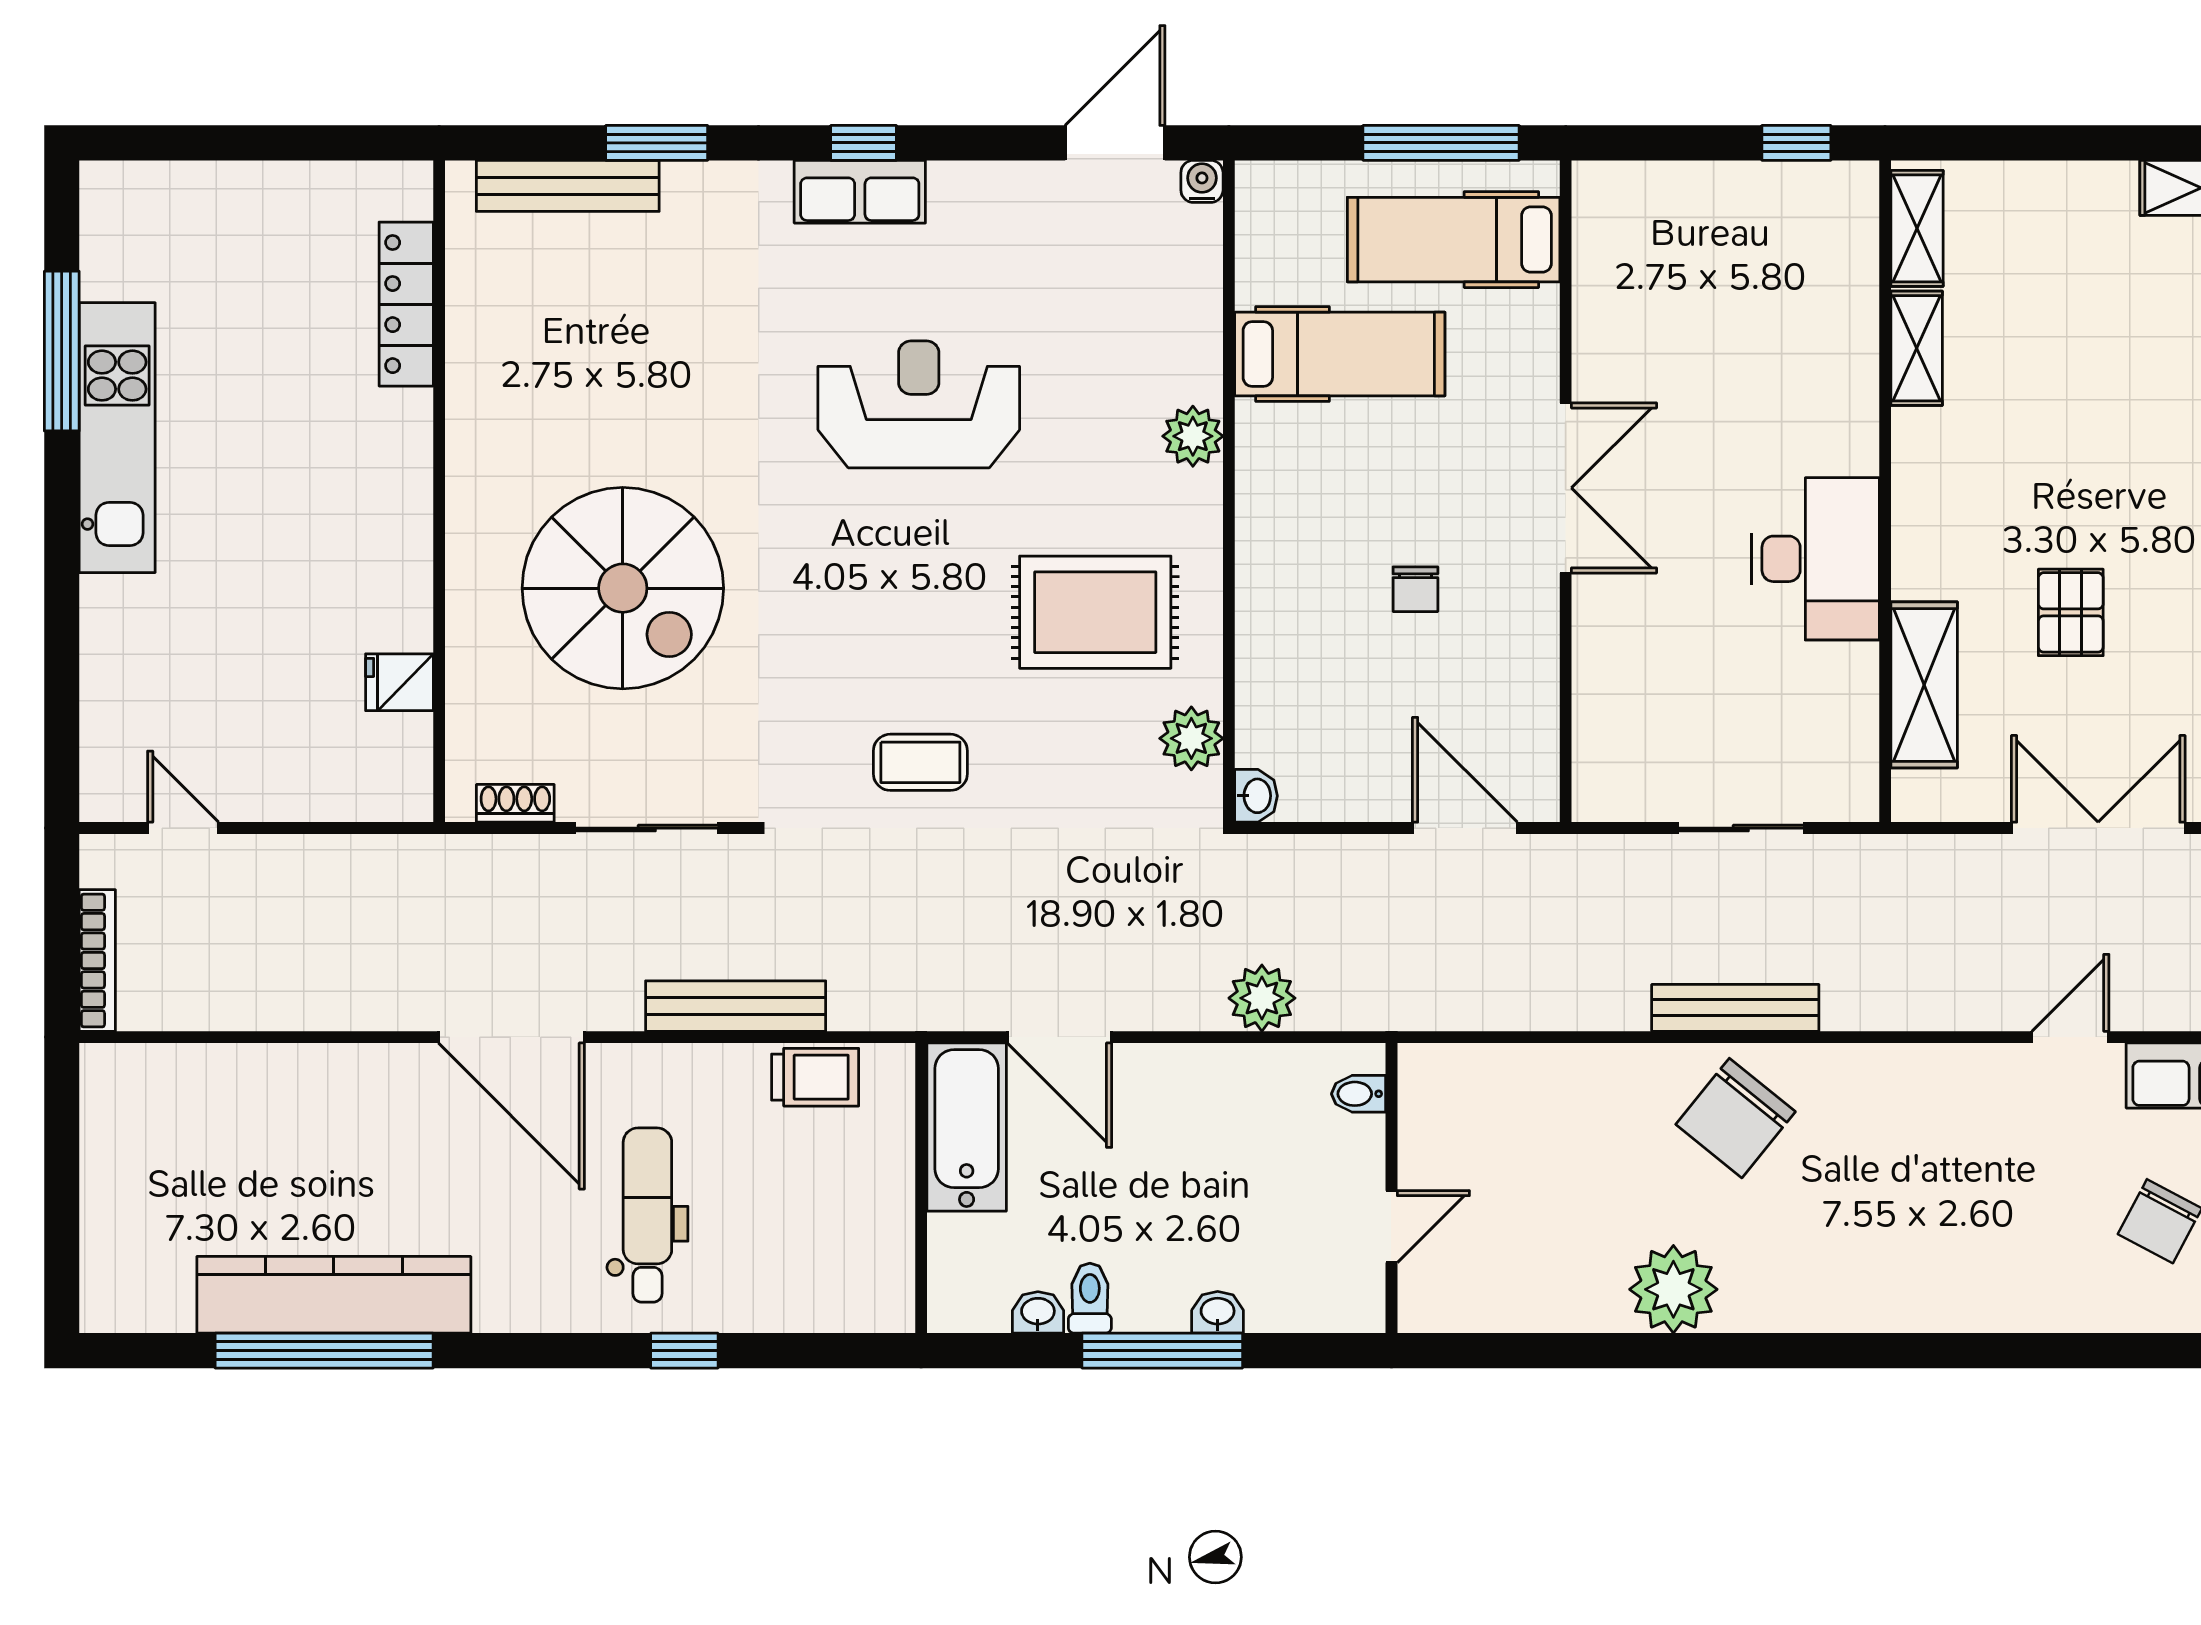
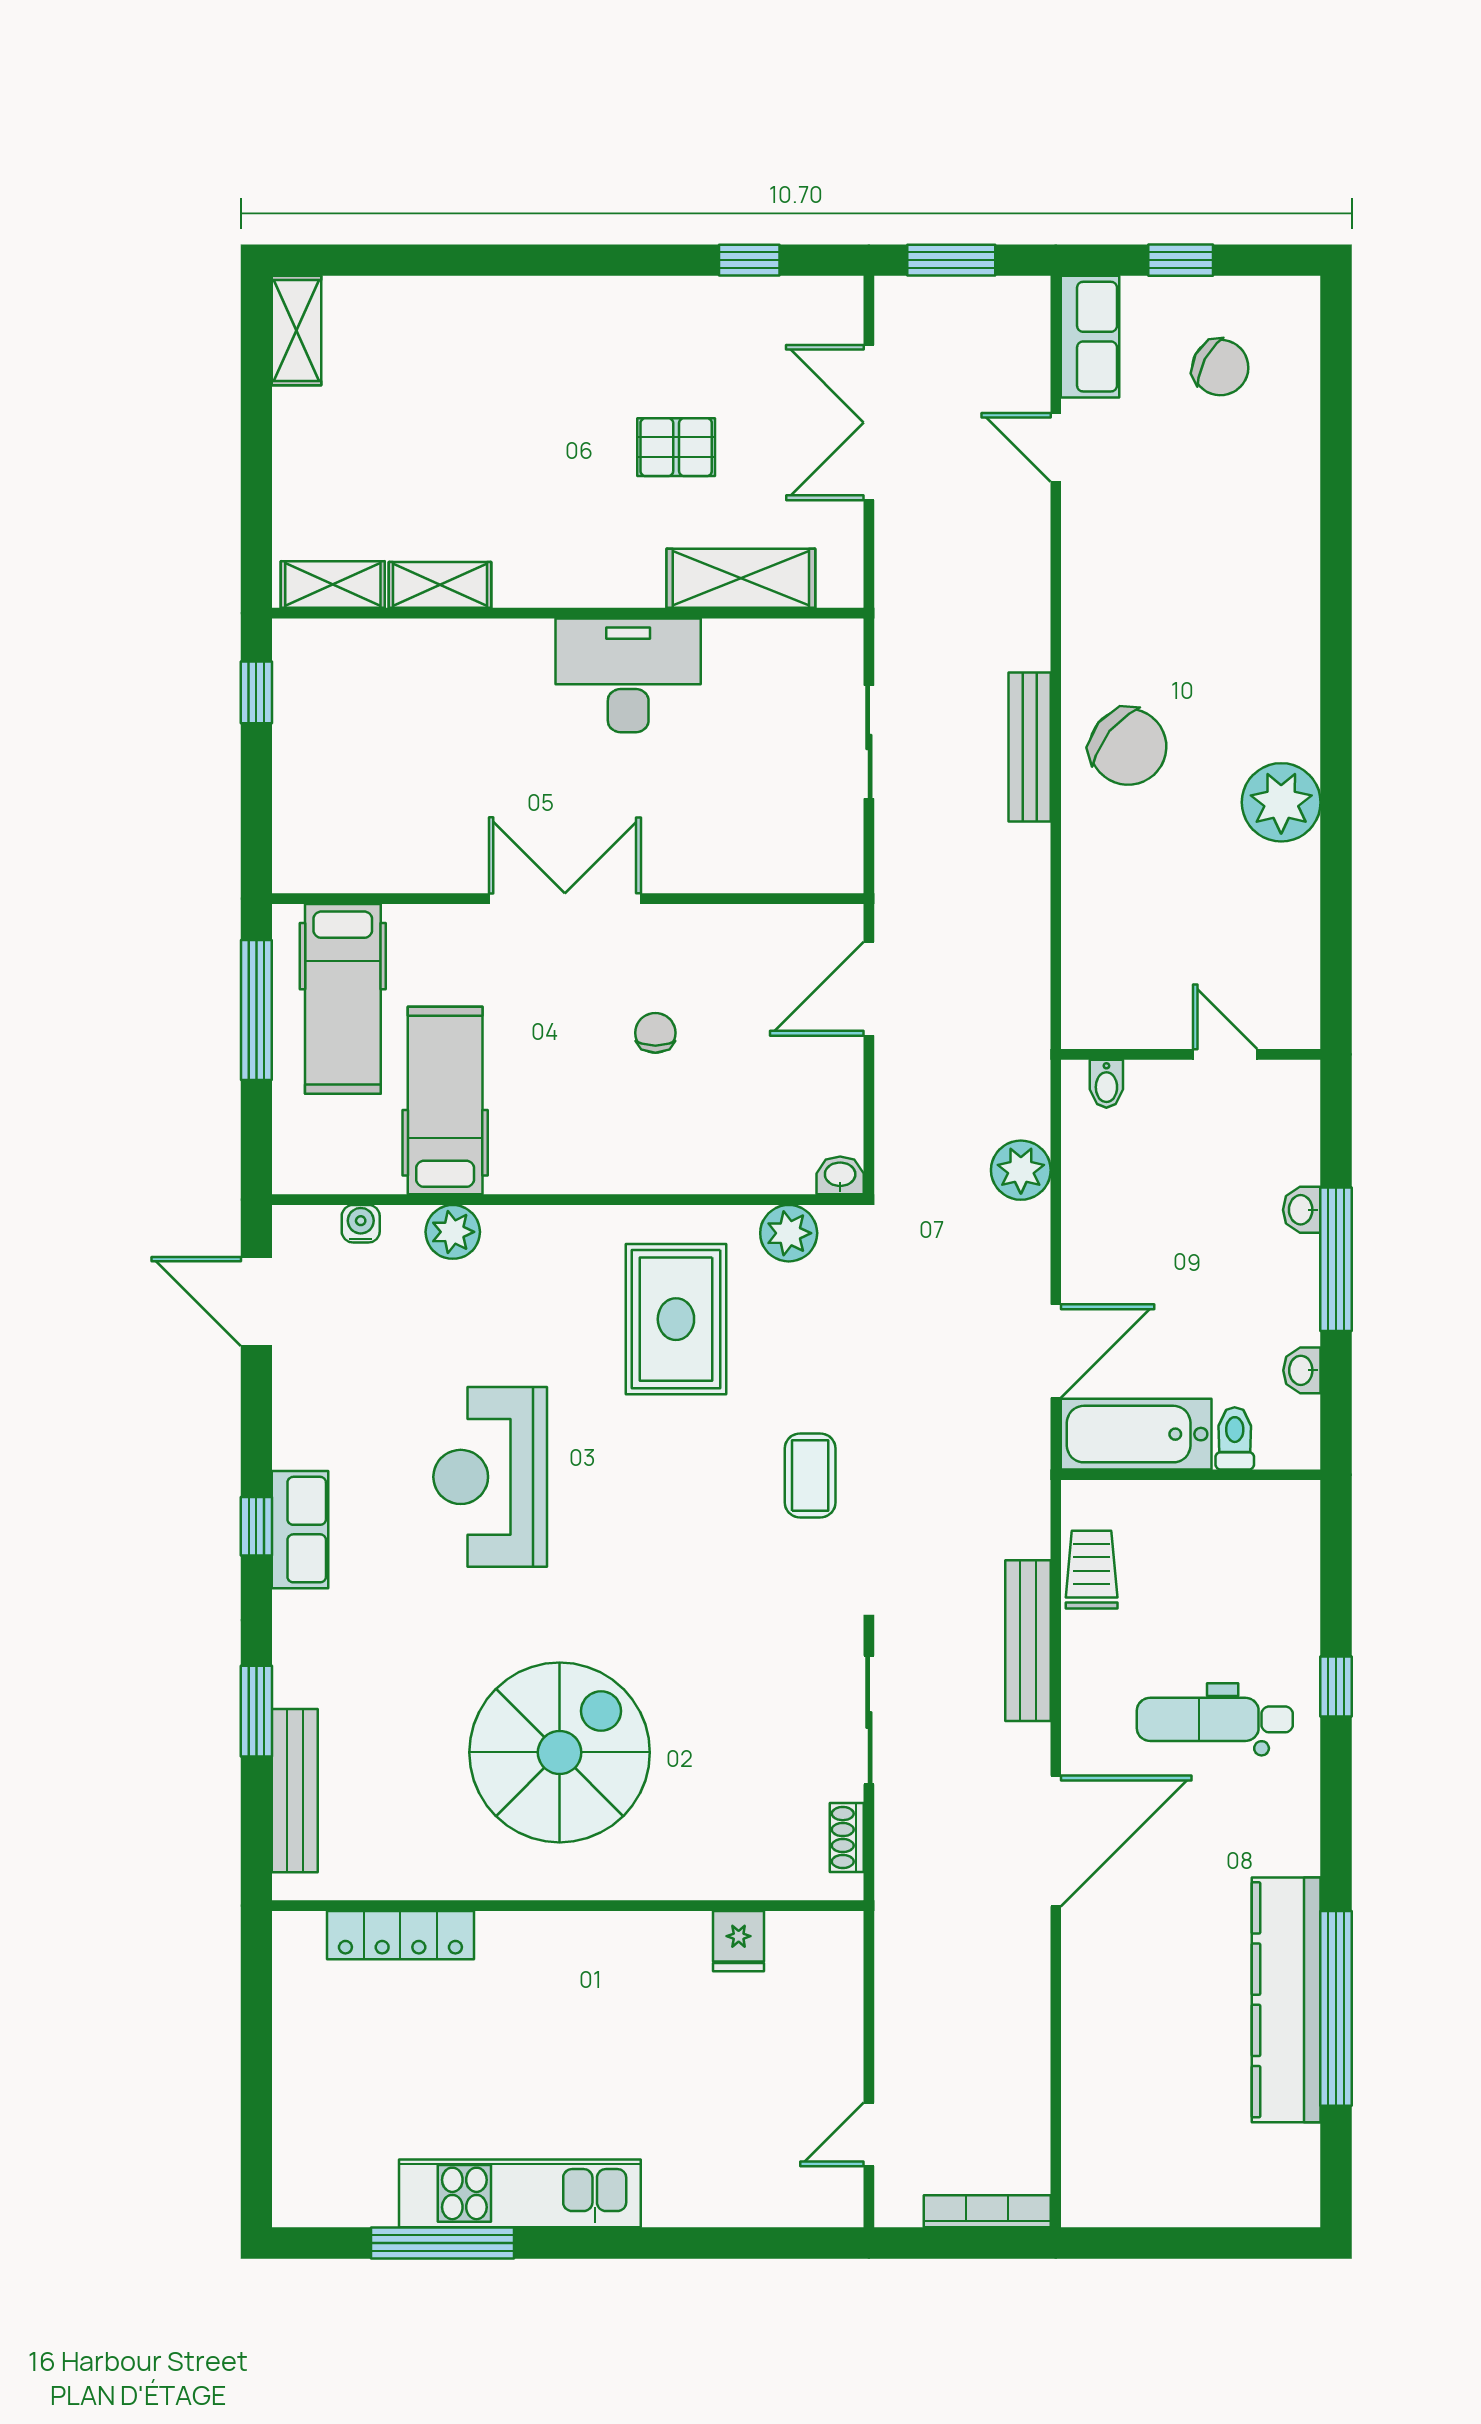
water cooler: (1202, 181) -> (361, 1224), moved, turned 90
plant: (1193, 436) -> (453, 1232), moved
spiral stairs: (623, 588) -> (560, 1752), moved
chair: (1415, 589) -> (655, 1033), turned -90
toilet: (1090, 1298) -> (1235, 1438), moved, turned 90

